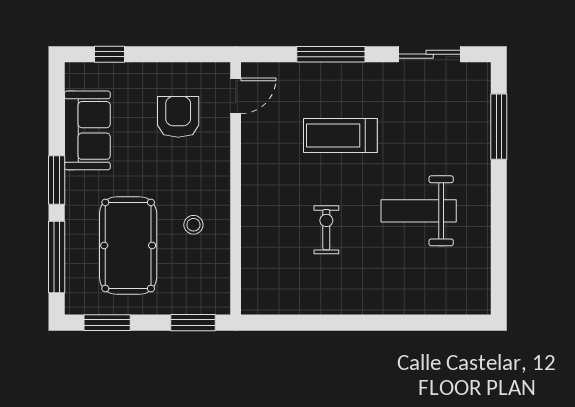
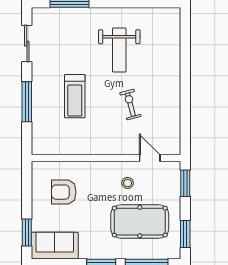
window: (110, 54) -> (27, 232), width x1.50
door: (236, 96) -> (150, 158), moved
sofa: (87, 130) -> (55, 246), moved
exercise bike: (326, 230) -> (130, 105), turned 75

